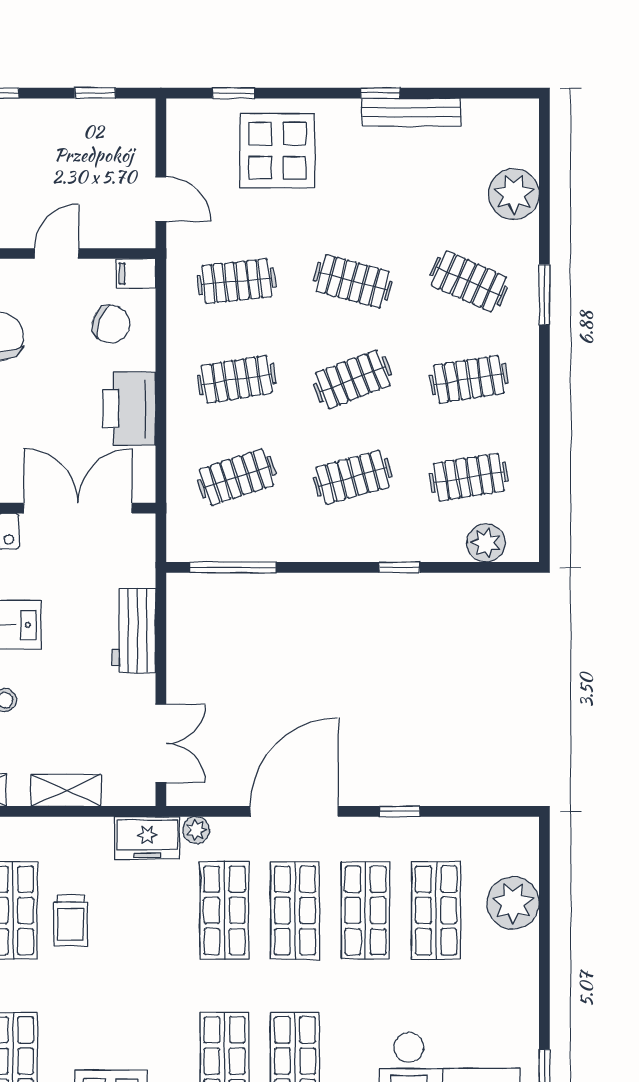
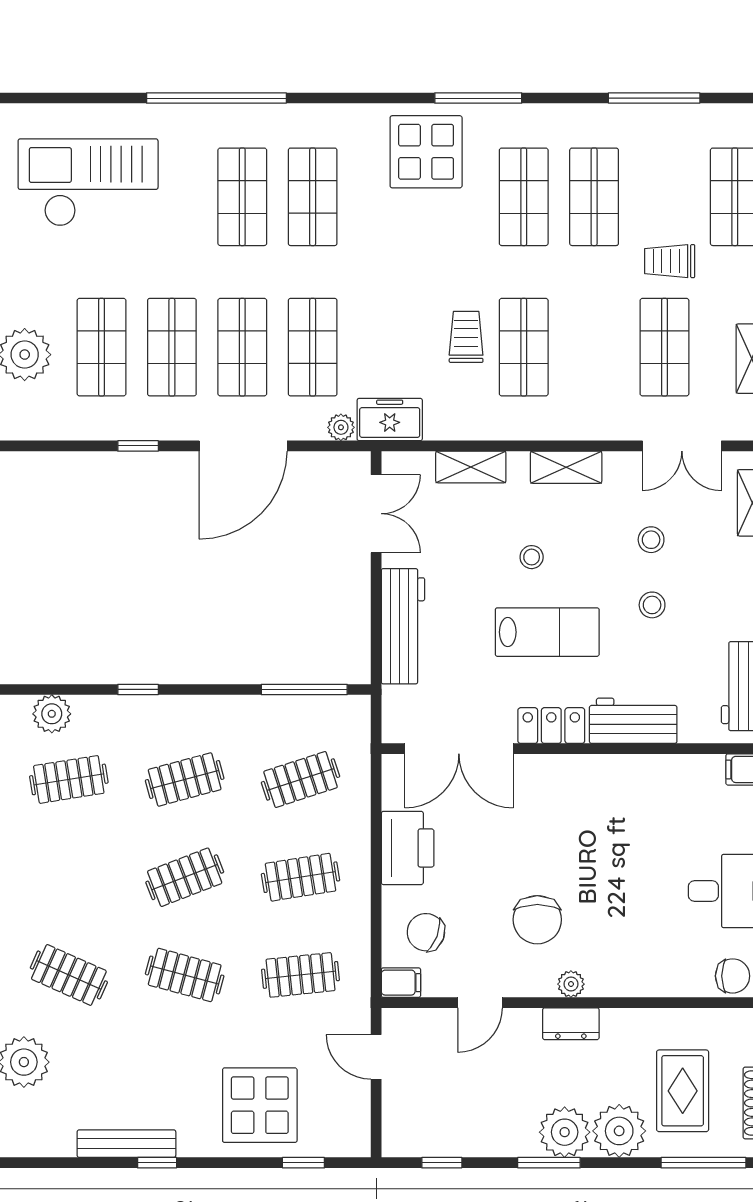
clothes rail: (469, 379) -> (69, 877), removed
workbench: (134, 631) -> (403, 626), width x1.38
double door: (161, 743) -> (376, 514), swing flipped

